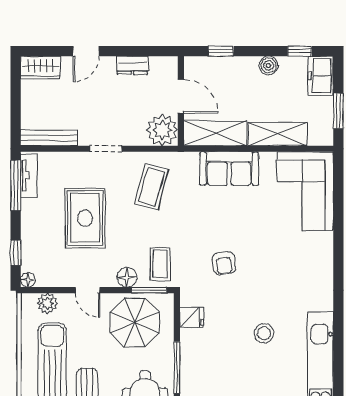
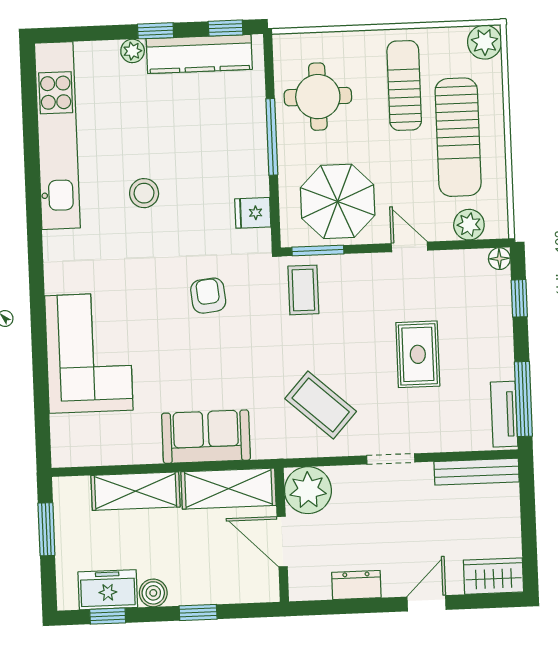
window: (221, 51) -> (198, 612), moved
freezer: (321, 76) -> (108, 590), moved, turned -90
coffee table: (151, 187) -> (321, 405), turned -63
corner sofa: (305, 191) -> (89, 353), moved
rug: (85, 218) -> (418, 354), width x0.73, depth x0.70
floor lamp: (127, 277) -> (352, 268), removed

